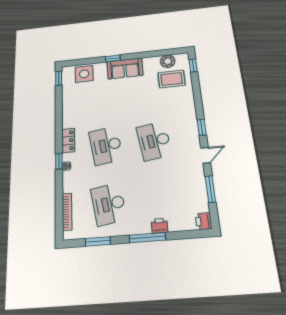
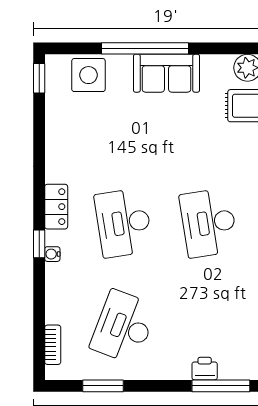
window: (113, 58) -> (145, 48), width x3.17
desk: (109, 204) -> (124, 327), turned 30
bookcase: (67, 212) -> (53, 345), width x0.64
window: (147, 238) -> (221, 386), moved

